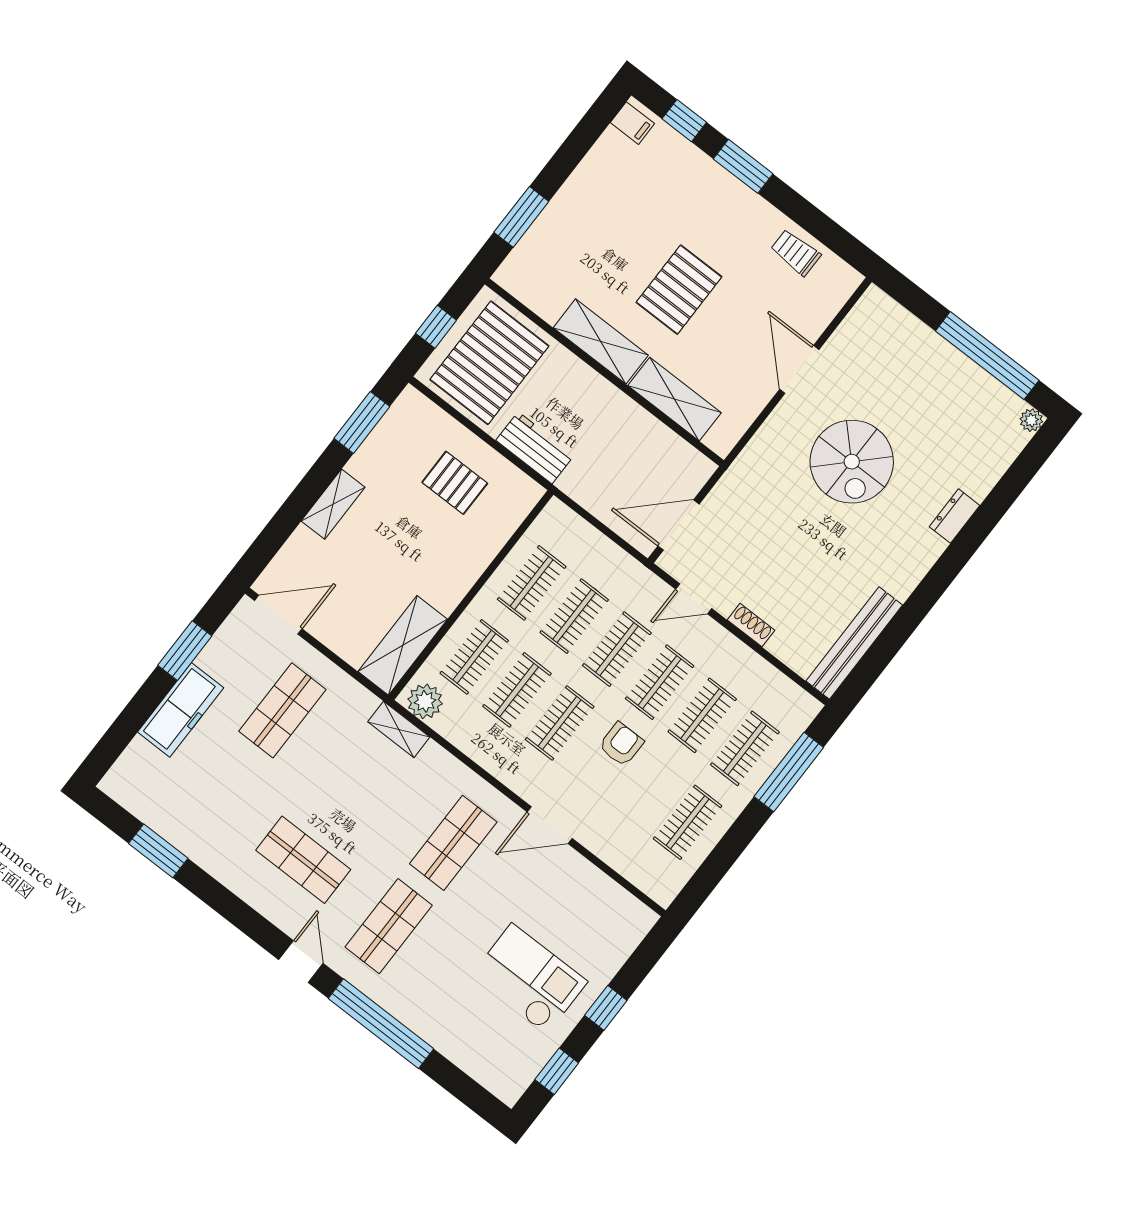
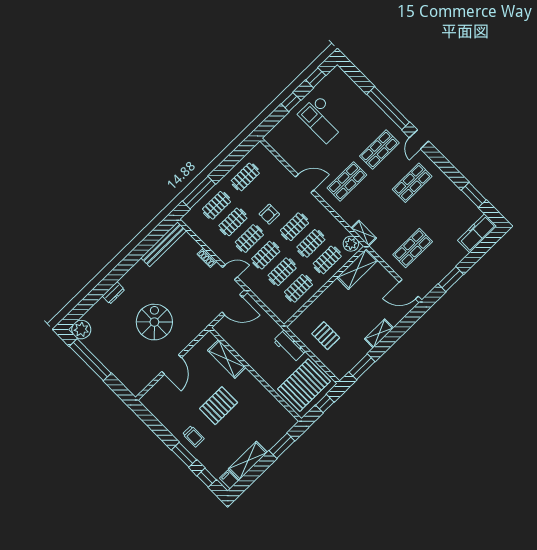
trolley: (796, 252) -> (193, 436), moved
shelving: (601, 341) -> (248, 461), moved, turned 90
plant: (1031, 420) -> (81, 330), width x1.88, depth x1.88
freezer: (181, 710) -> (477, 233), moved
shop shelf: (303, 860) -> (412, 183), turned 90

